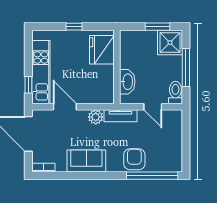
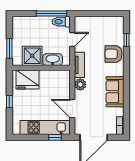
window: (157, 27) -> (9, 48), moved
shower: (170, 43) -> (32, 56), moved
window: (186, 67) -> (52, 13), moved
door: (65, 107) -> (72, 109), hinge flipped
window: (152, 176) -> (126, 40), width x0.32

